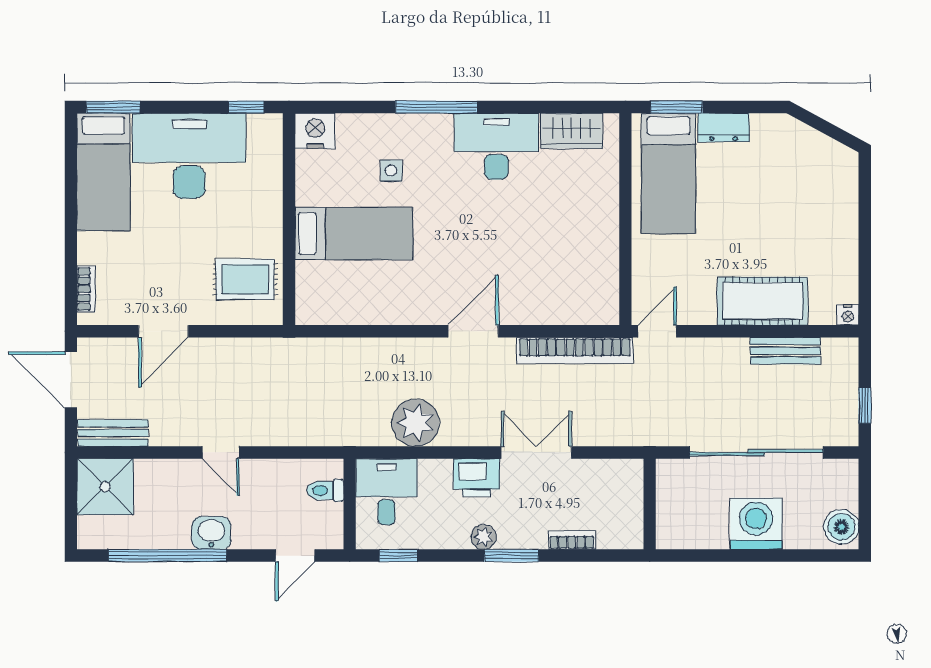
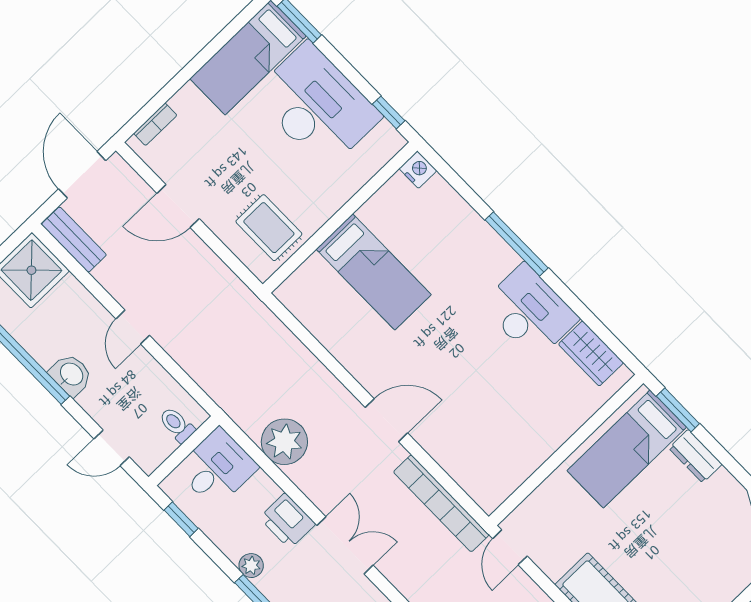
nightstand: (315, 131) -> (418, 170), width x0.74, depth x0.75
side table: (391, 171) -> (442, 255), removed
door: (657, 331) -> (510, 547), swing flipped

